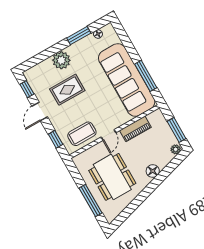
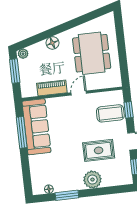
sofa: (127, 80) -> (36, 127), width x0.74, depth x0.79
coffee table: (82, 134) -> (110, 113), moved
window: (90, 200) -> (121, 40), removed

